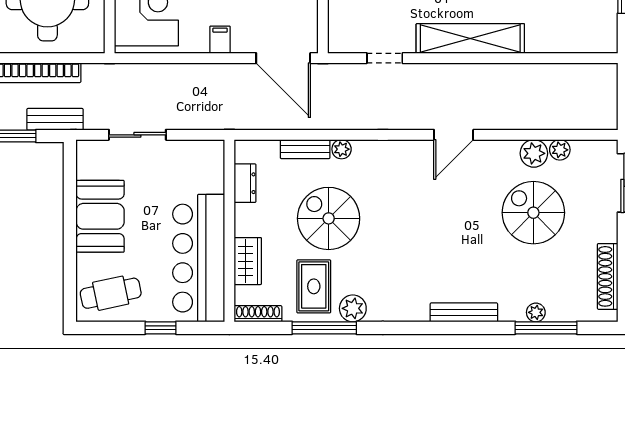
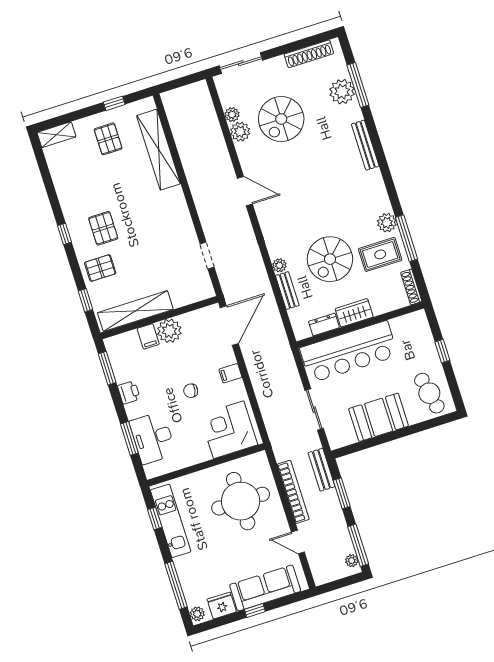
shelving: (470, 39) -> (159, 150), moved
bar counter: (199, 258) -> (349, 352), moved
wardrobe: (248, 261) -> (354, 313), moved
plant: (536, 312) -> (342, 92), width x1.88, depth x1.88

